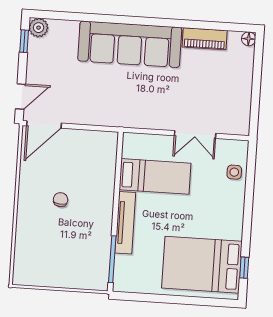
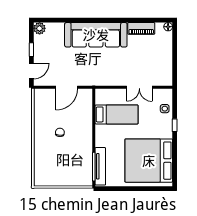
window: (24, 41) -> (31, 50), moved
door: (44, 125) -> (67, 87), moved
tv unit: (125, 223) -> (100, 166), moved
bed: (202, 265) -> (149, 161), width x1.36
window: (244, 268) -> (175, 125), moved

